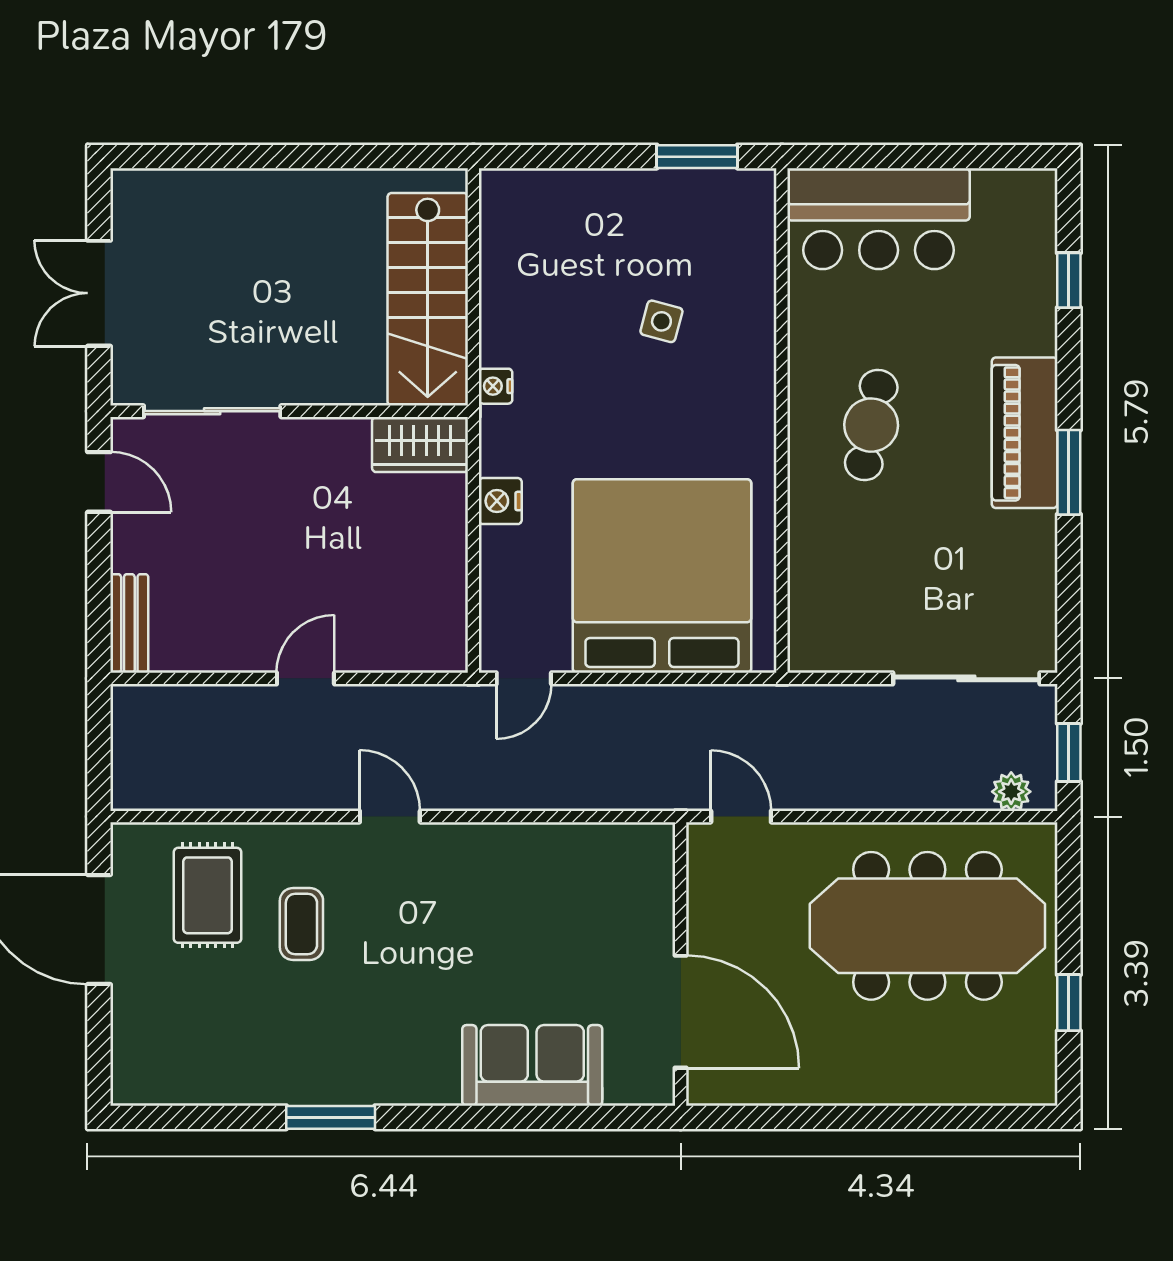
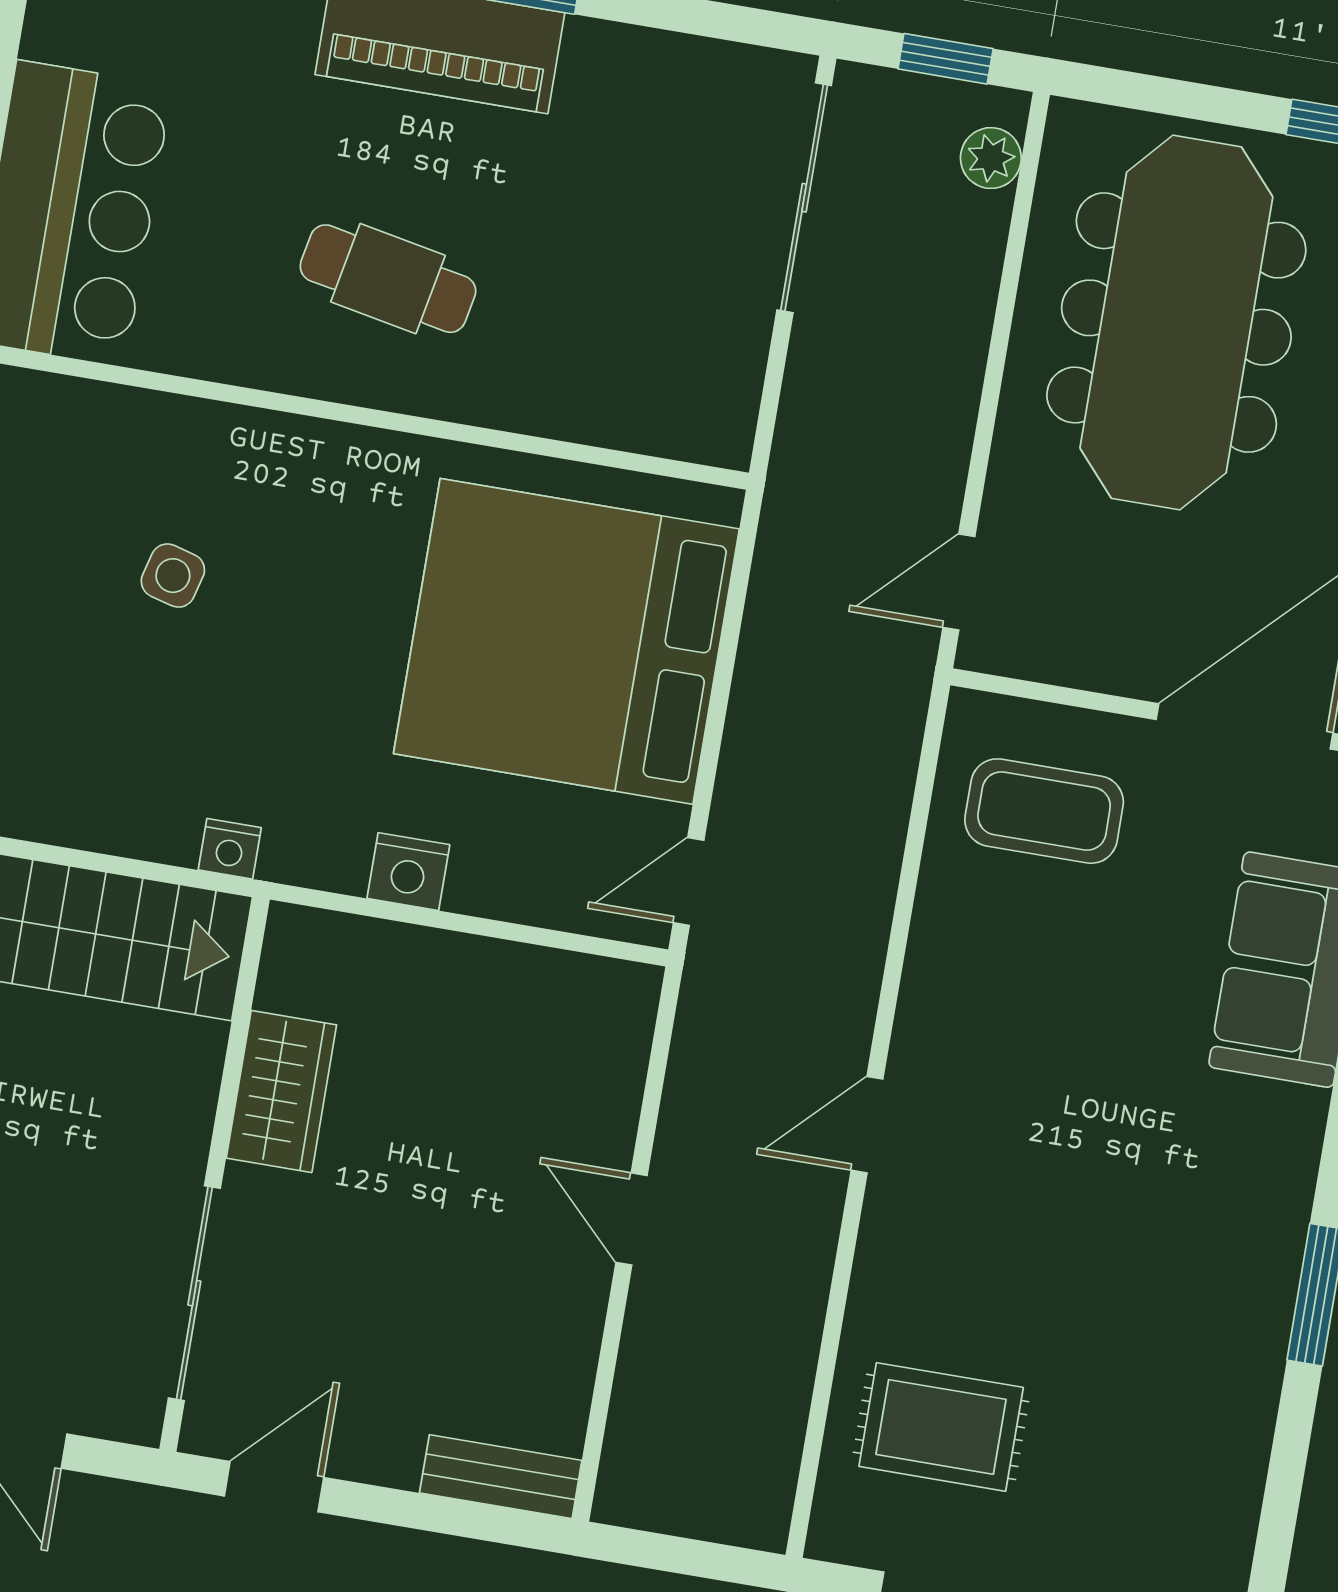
wardrobe: (420, 445) -> (281, 1091), moved
door: (524, 678) -> (689, 882), swing flipped
coffee table: (301, 924) -> (1044, 811), moved, width x1.36, depth x1.30

